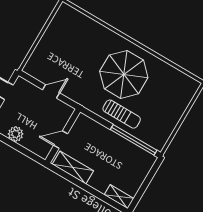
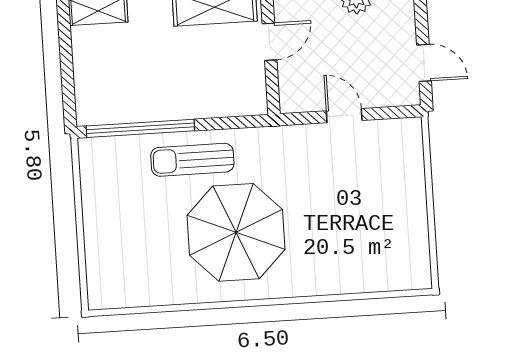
door: (51, 91) -> (344, 116), swing flipped

